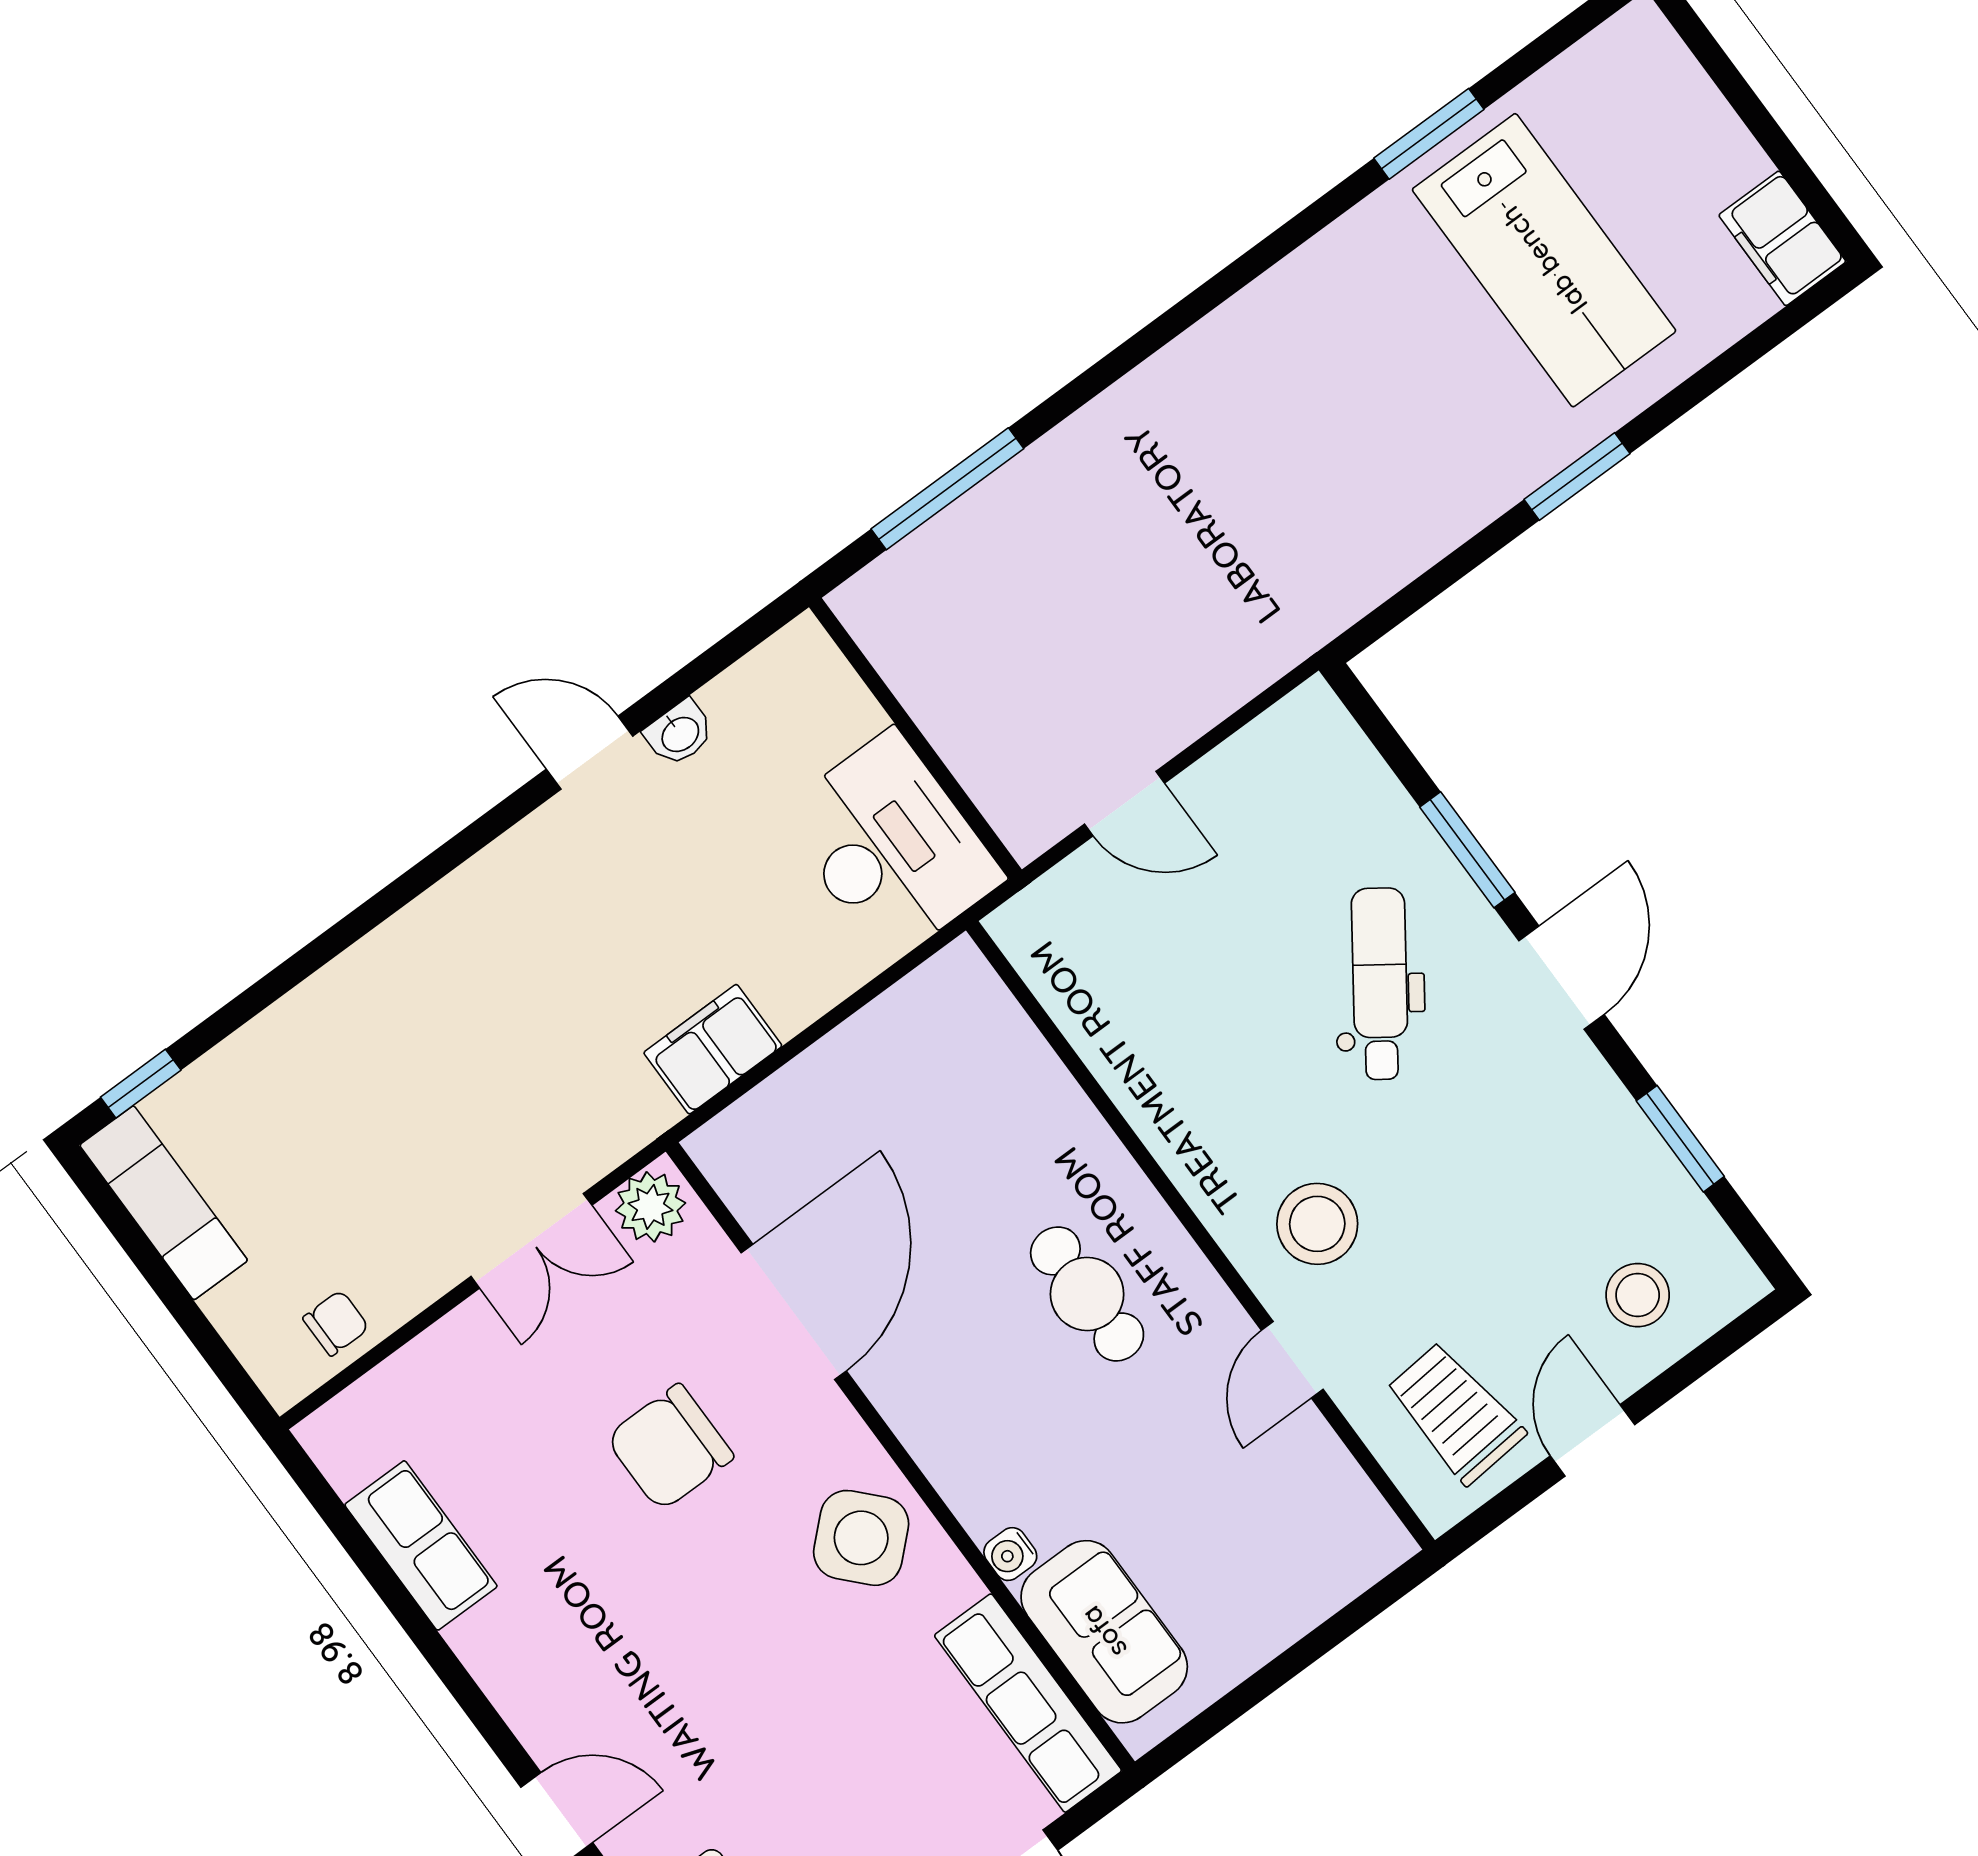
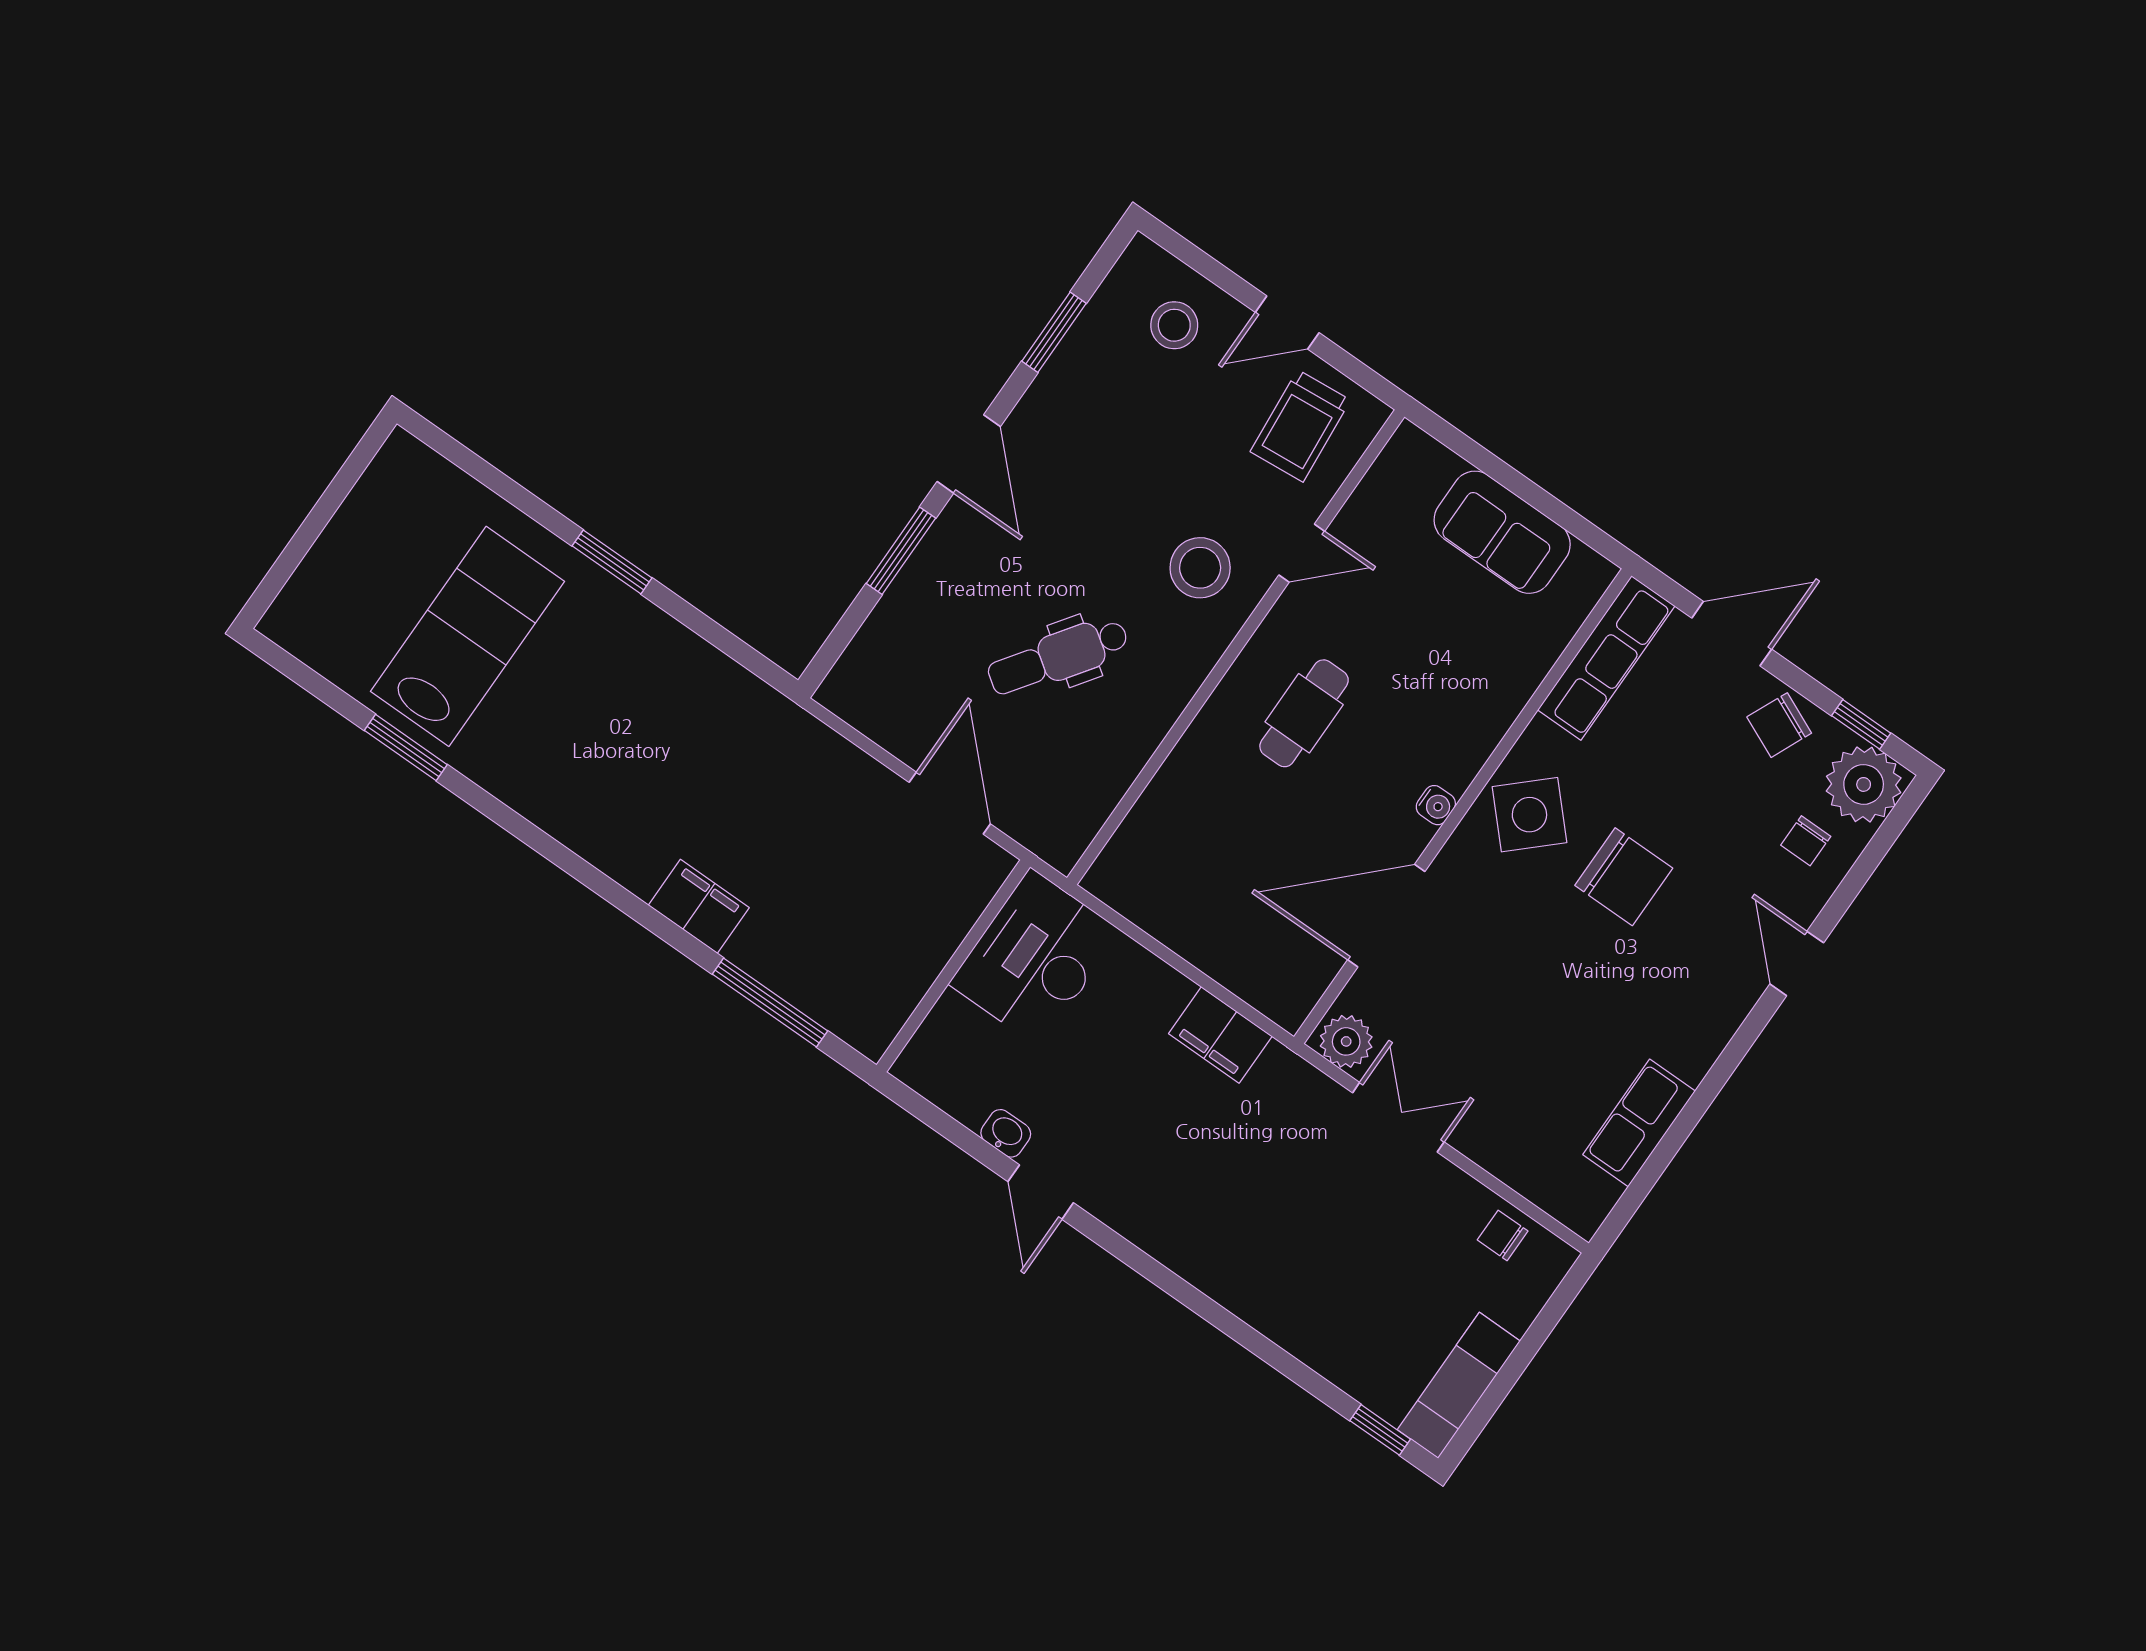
filing cabinet: (1782, 238) -> (699, 906), moved, turned -90
door: (1124, 804) -> (950, 803), width x1.38
door: (1562, 978) -> (969, 454), swing flipped
dental chair: (1380, 984) -> (1058, 657), moved
chair: (670, 1447) -> (1624, 877), moved
water cooler: (1010, 1554) -> (1436, 805), moved
sofa: (1104, 1632) -> (1502, 532), moved, turned -90

